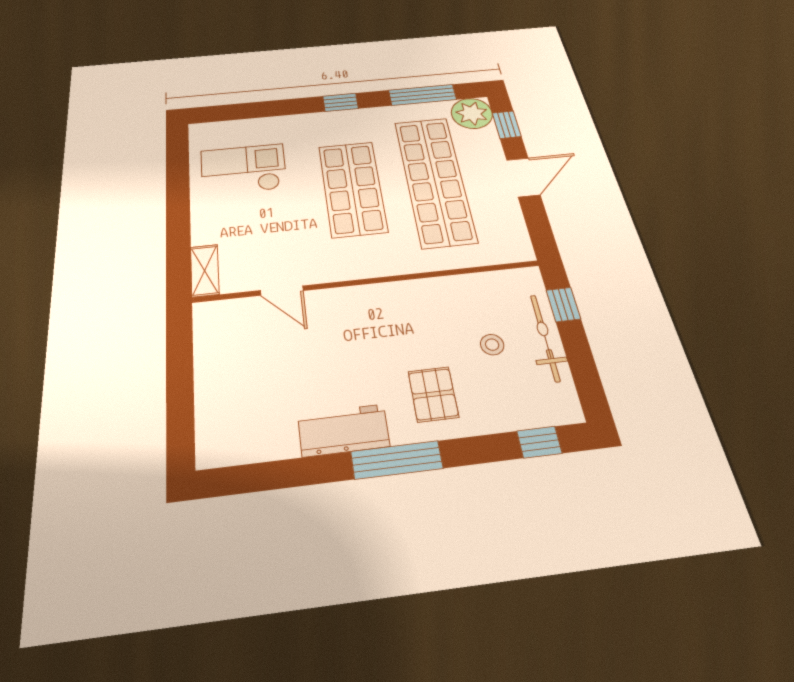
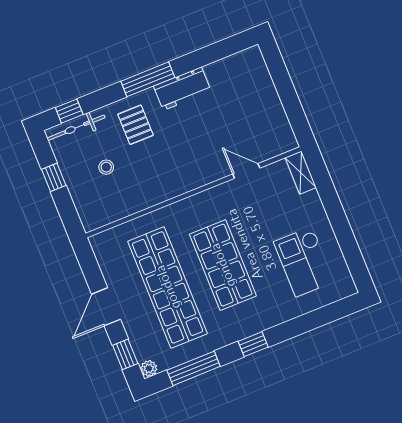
plant: (472, 113) -> (149, 368), width x0.53, depth x0.53
checkout: (243, 169) -> (304, 262), turned 90
window: (563, 305) -> (54, 177), moved
bicycle: (545, 337) -> (76, 128), moved, turned 90

